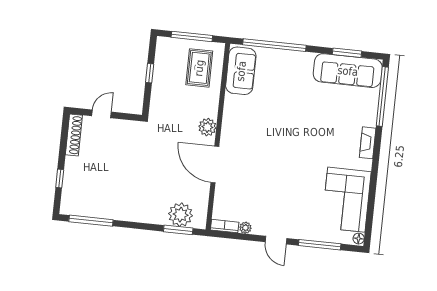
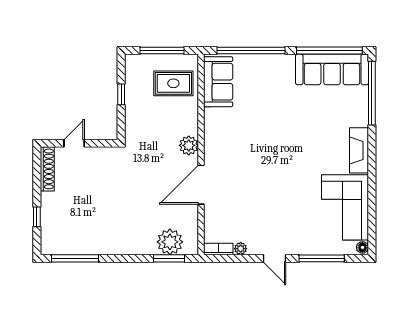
window: (347, 53) -> (329, 51), width x2.11
rug: (199, 68) -> (173, 83), turned 90
fireplace: (368, 143) -> (359, 150), width x1.37, depth x1.32
door: (215, 164) -> (201, 185), hinge flipped

